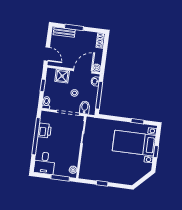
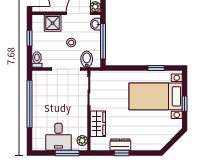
printer: (45, 131) -> (40, 95), removed
wardrobe: (87, 158) -> (98, 124), added
desk: (44, 163) -> (59, 137), moved
dresser: (102, 177) -> (120, 145), added

